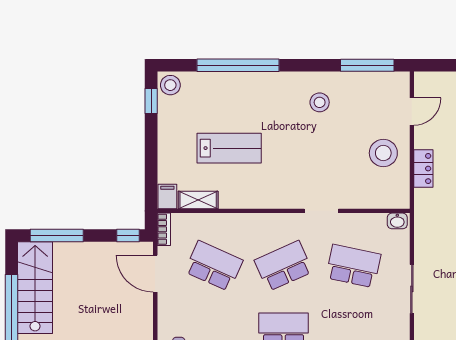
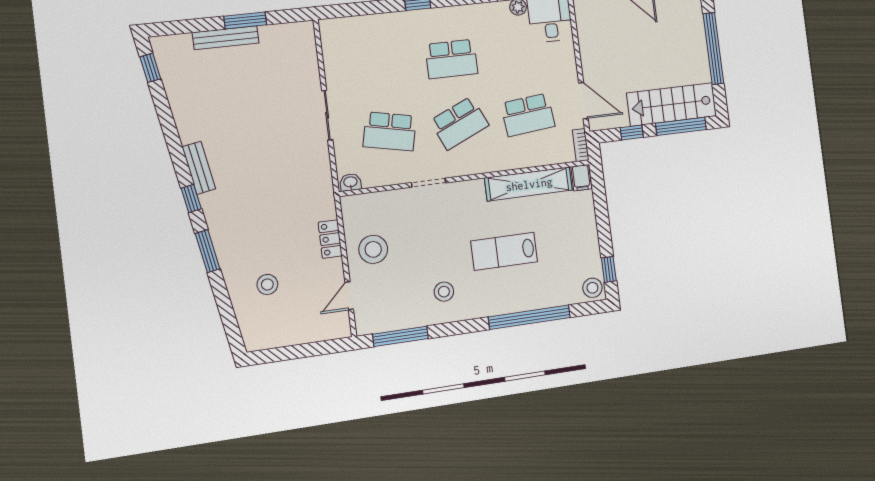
lab bench: (229, 148) -> (504, 251), moved
shelving: (198, 200) -> (529, 184), width x2.20, depth x1.33
window: (128, 236) -> (632, 132), moved
school desk: (214, 266) -> (528, 115), turned -30
stairs: (35, 288) -> (672, 104), moved, turned 90

